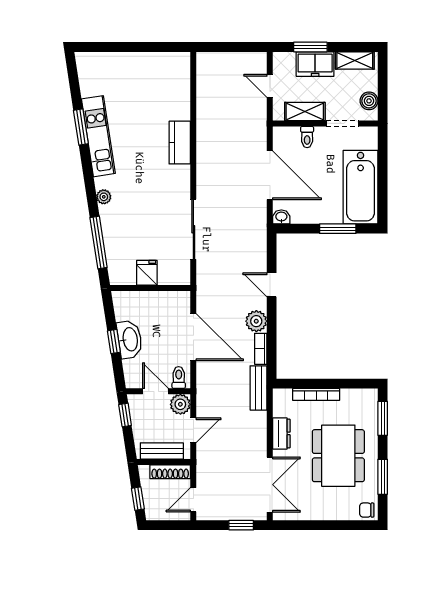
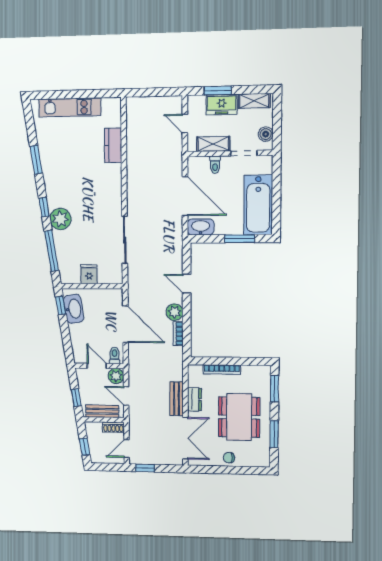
kitchen unit: (98, 136) -> (70, 107), moved, turned 99
kitchen counter: (180, 143) -> (113, 145), moved
window: (90, 187) -> (44, 207), added
plant: (104, 197) -> (60, 219), width x1.87, depth x1.87
washbasin: (281, 217) -> (201, 227), width x1.91, depth x1.45
washbasin: (130, 339) -> (74, 309), moved
window: (114, 342) -> (61, 306), moved
bench: (258, 388) -> (177, 399), moved
window: (125, 415) -> (76, 397), moved
door: (193, 430) -> (126, 396), swing flipped
shoe rack: (170, 472) -> (113, 427), width x0.70
chair: (367, 510) -> (229, 458), moved
window: (241, 525) -> (145, 468), moved

